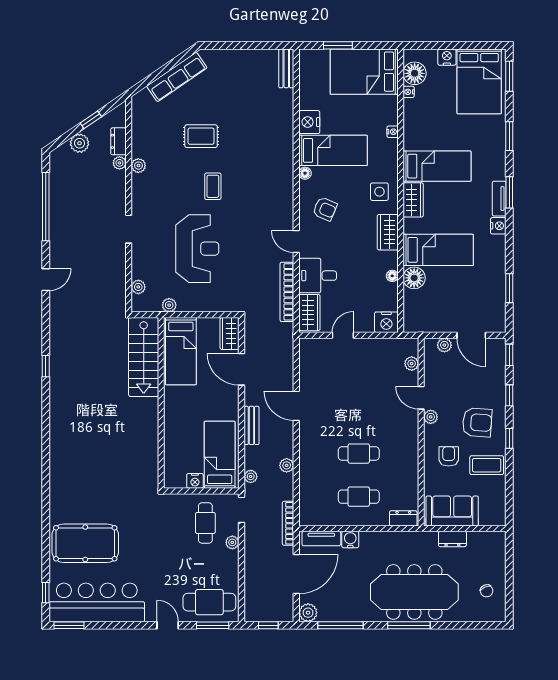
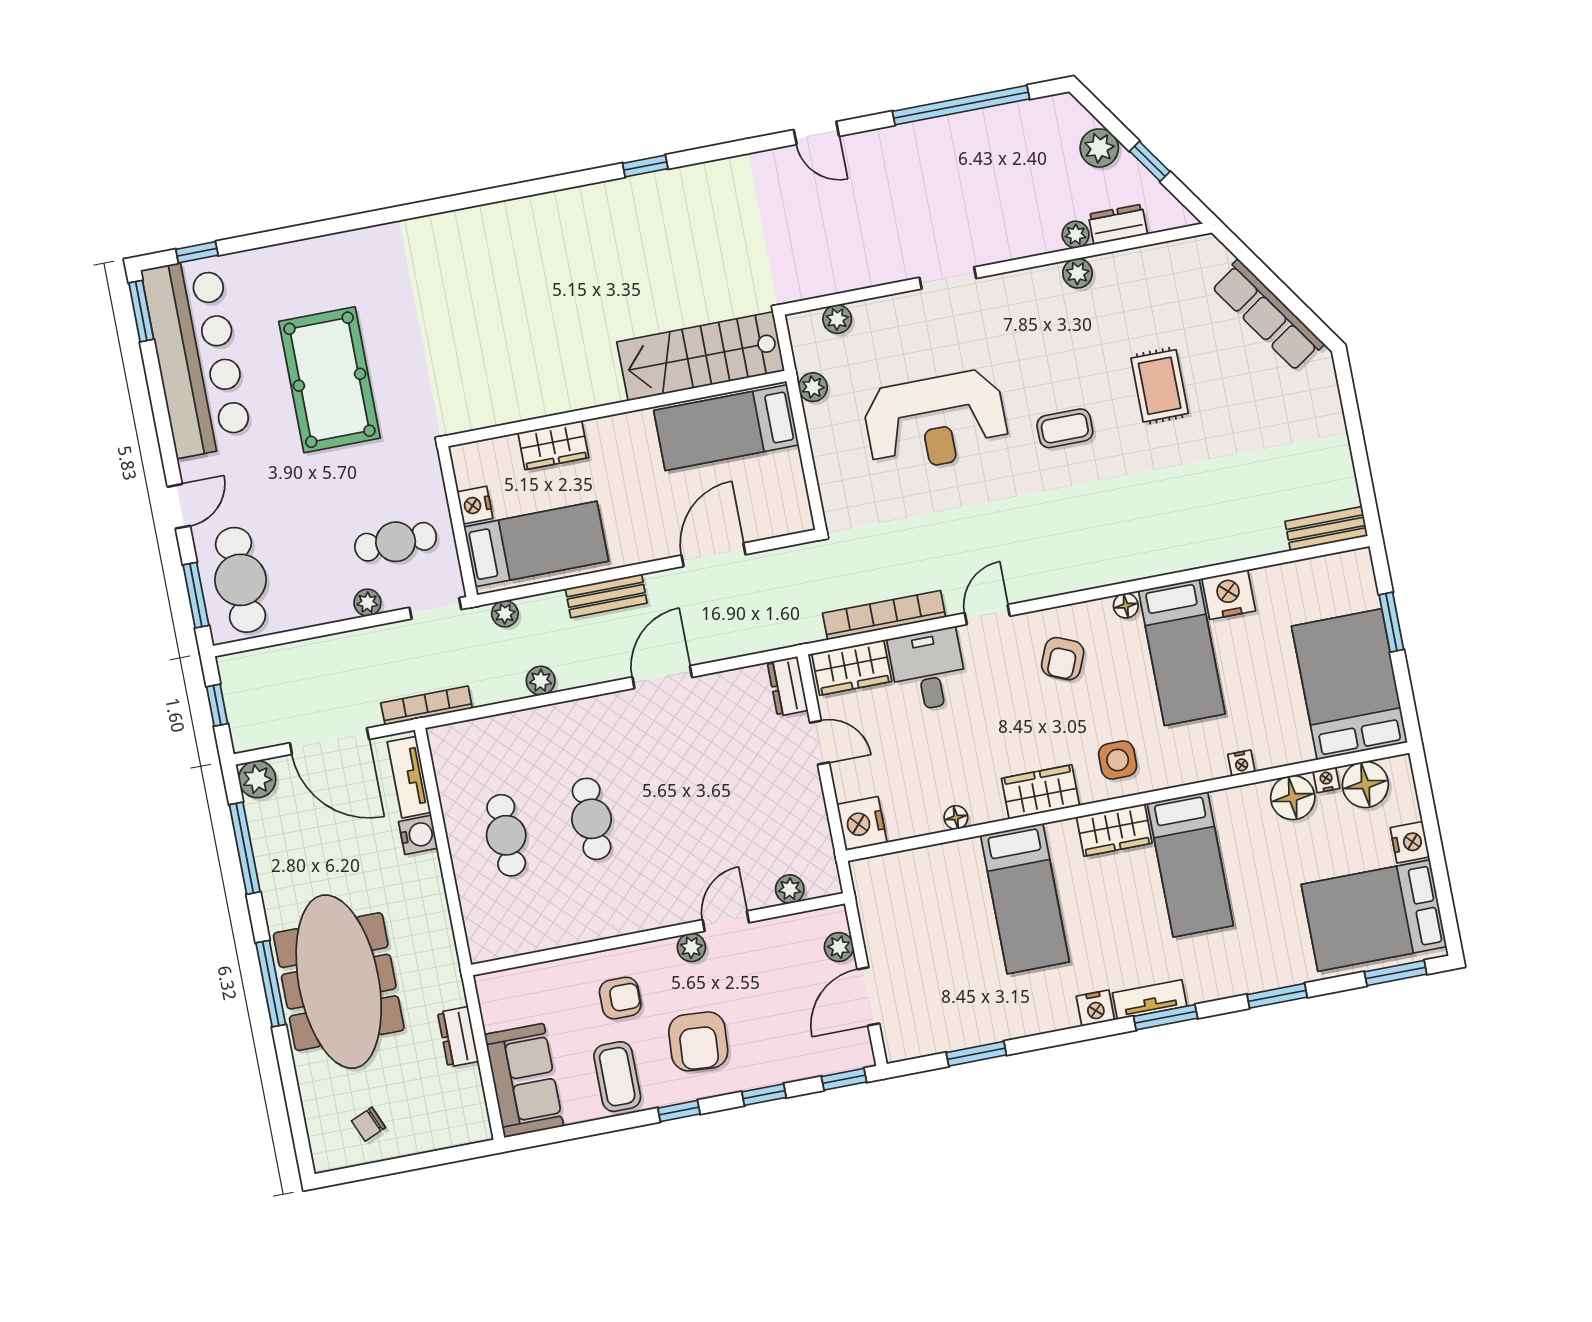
floor lamp: (414, 278) -> (1293, 798), moved
wardrobe: (230, 333) -> (553, 445), moved, turned 180
sofa: (452, 511) -> (524, 1080), moved
dresser: (403, 518) -> (788, 686), moved, turned 180
pool table: (85, 543) -> (329, 380), moved

